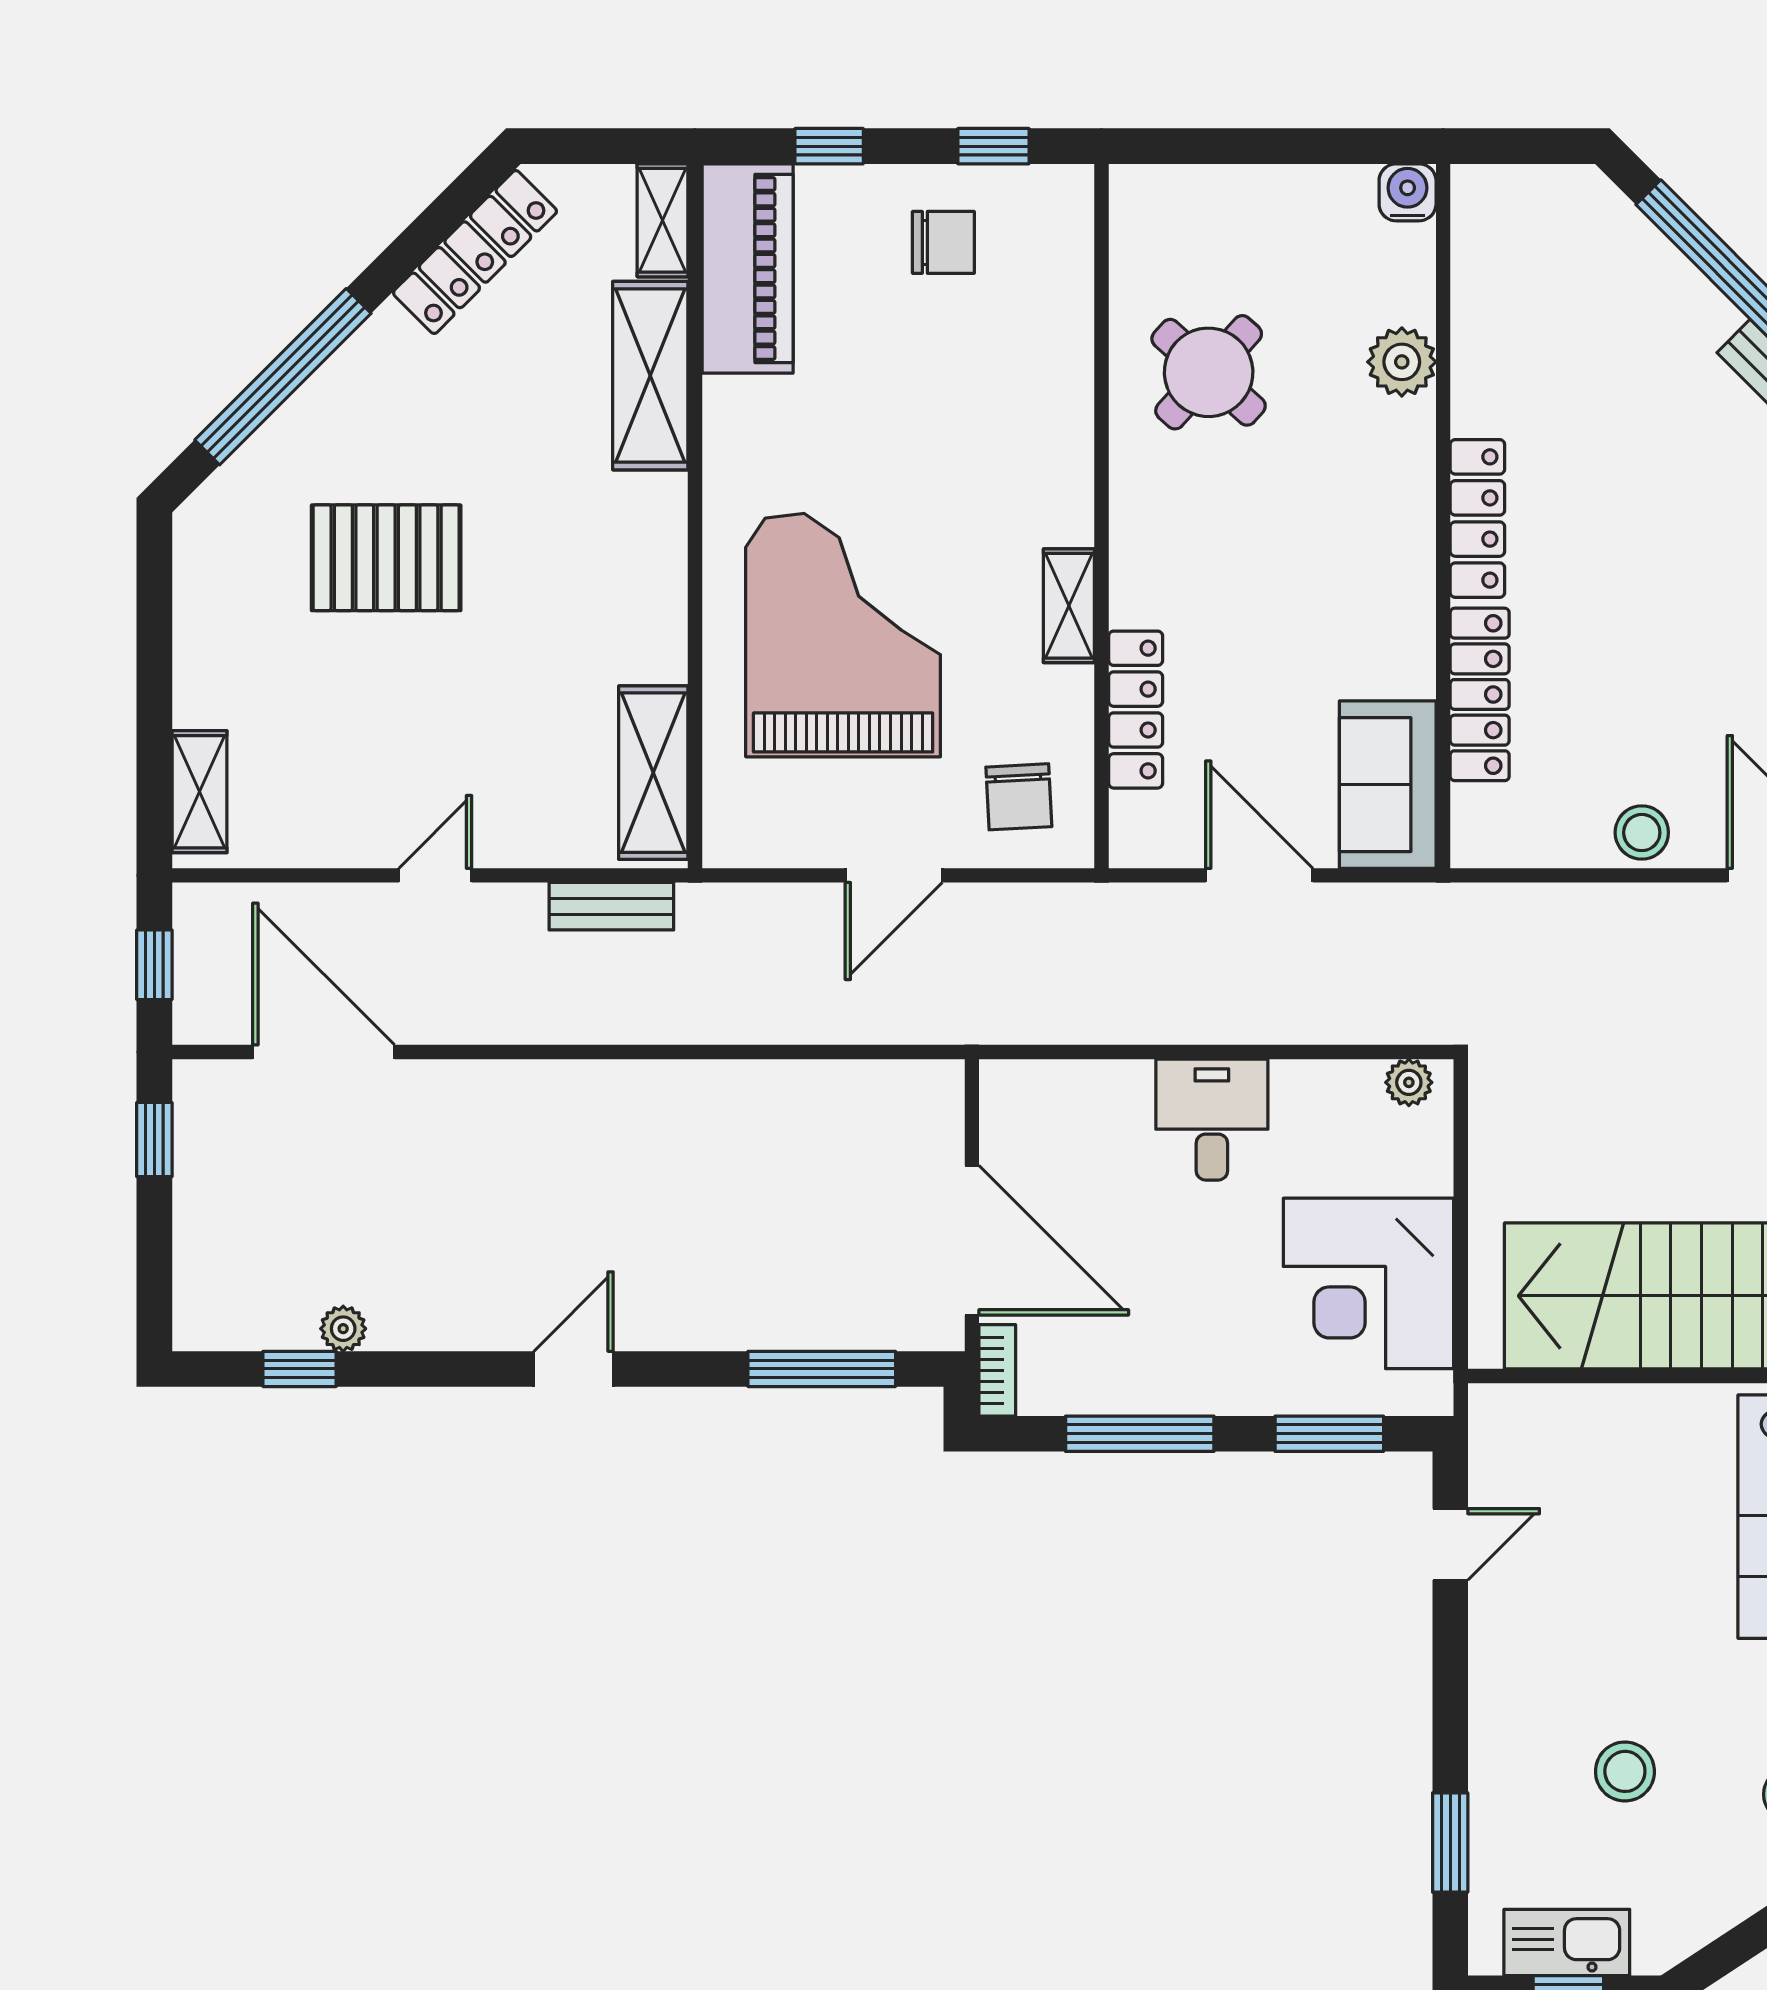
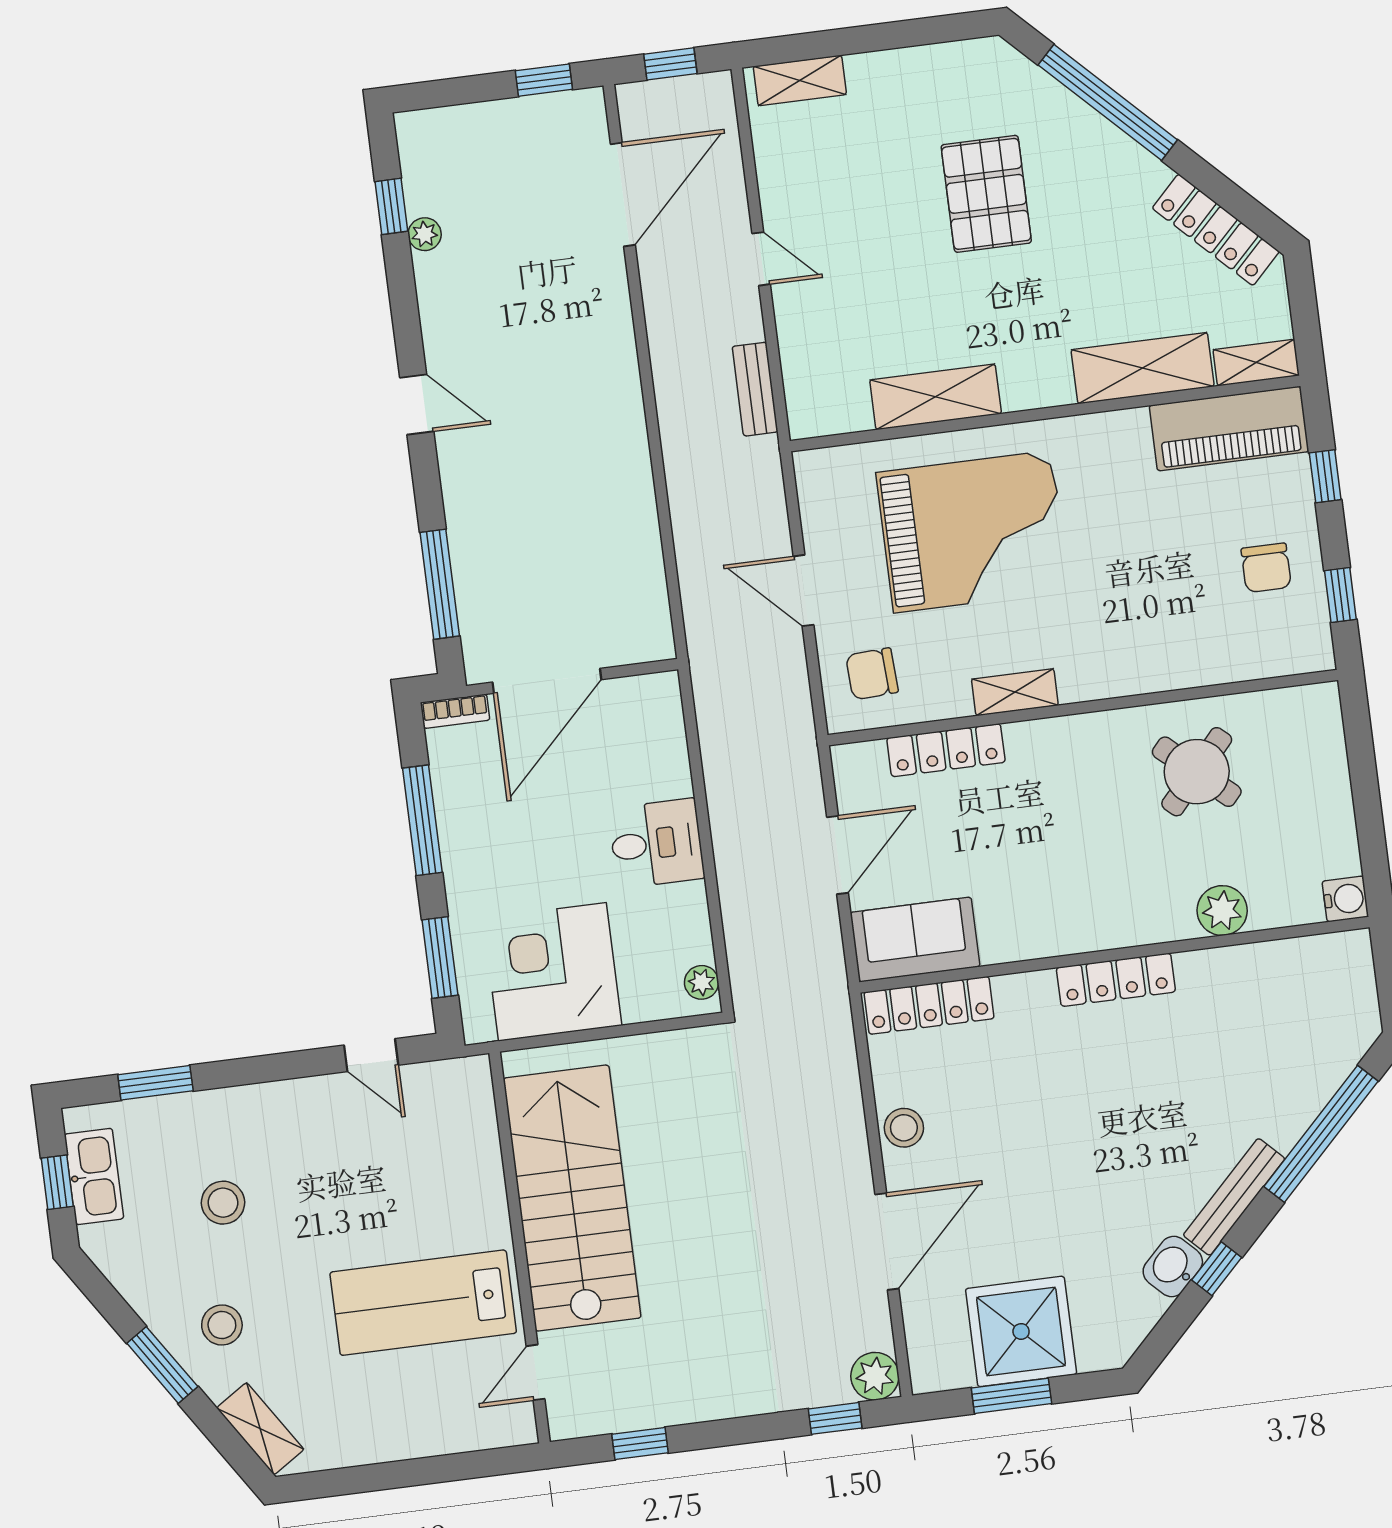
locker: (1480, 694) -> (929, 1005), moved
shelving: (653, 773) -> (936, 397), moved

